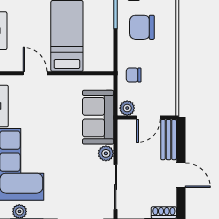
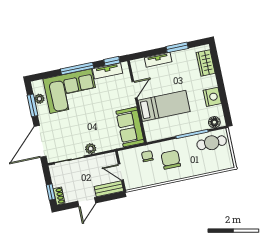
chair: (142, 27) -> (171, 160), moved
plant: (127, 108) -> (124, 157), removed
sofa: (98, 117) -> (130, 127), moved, turned -90

